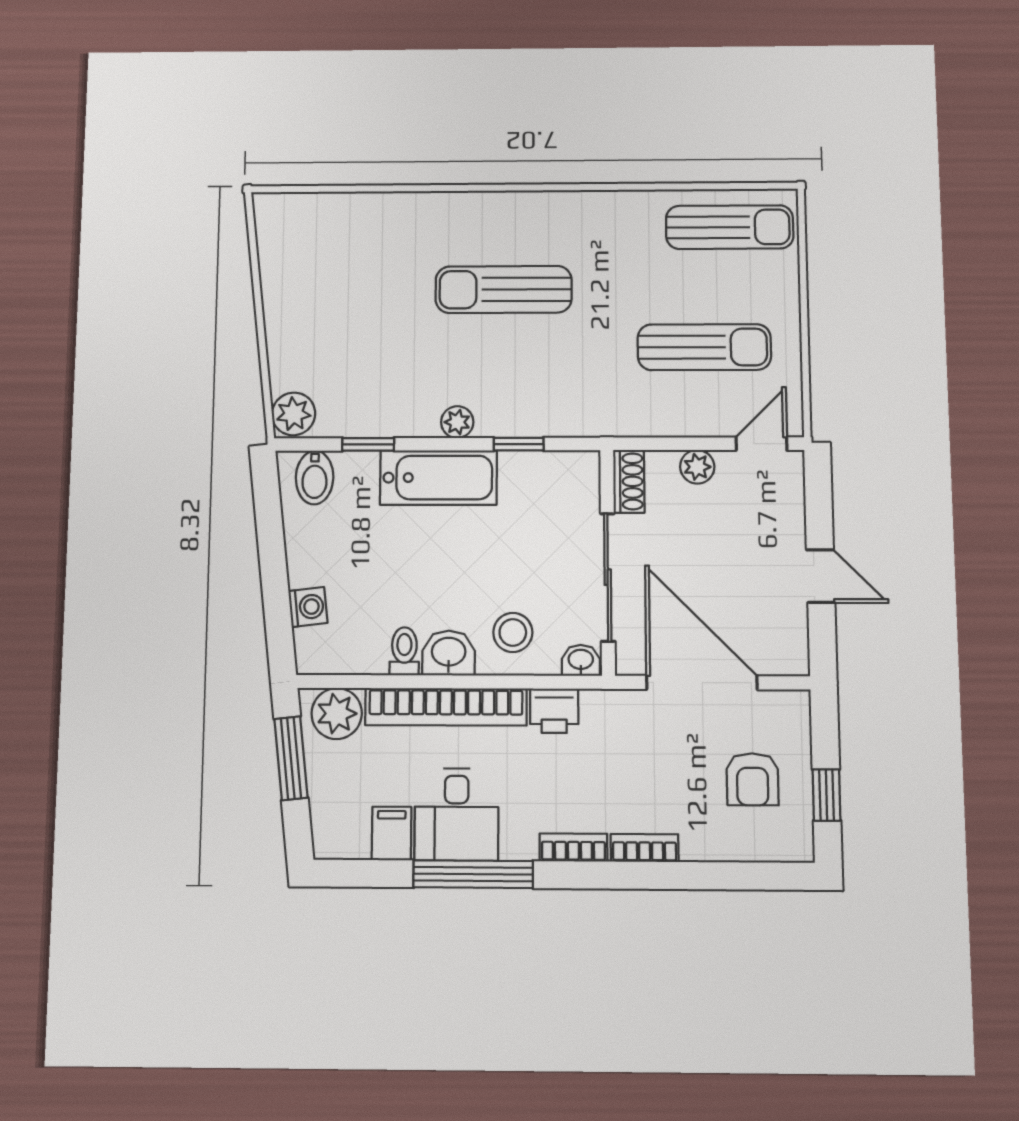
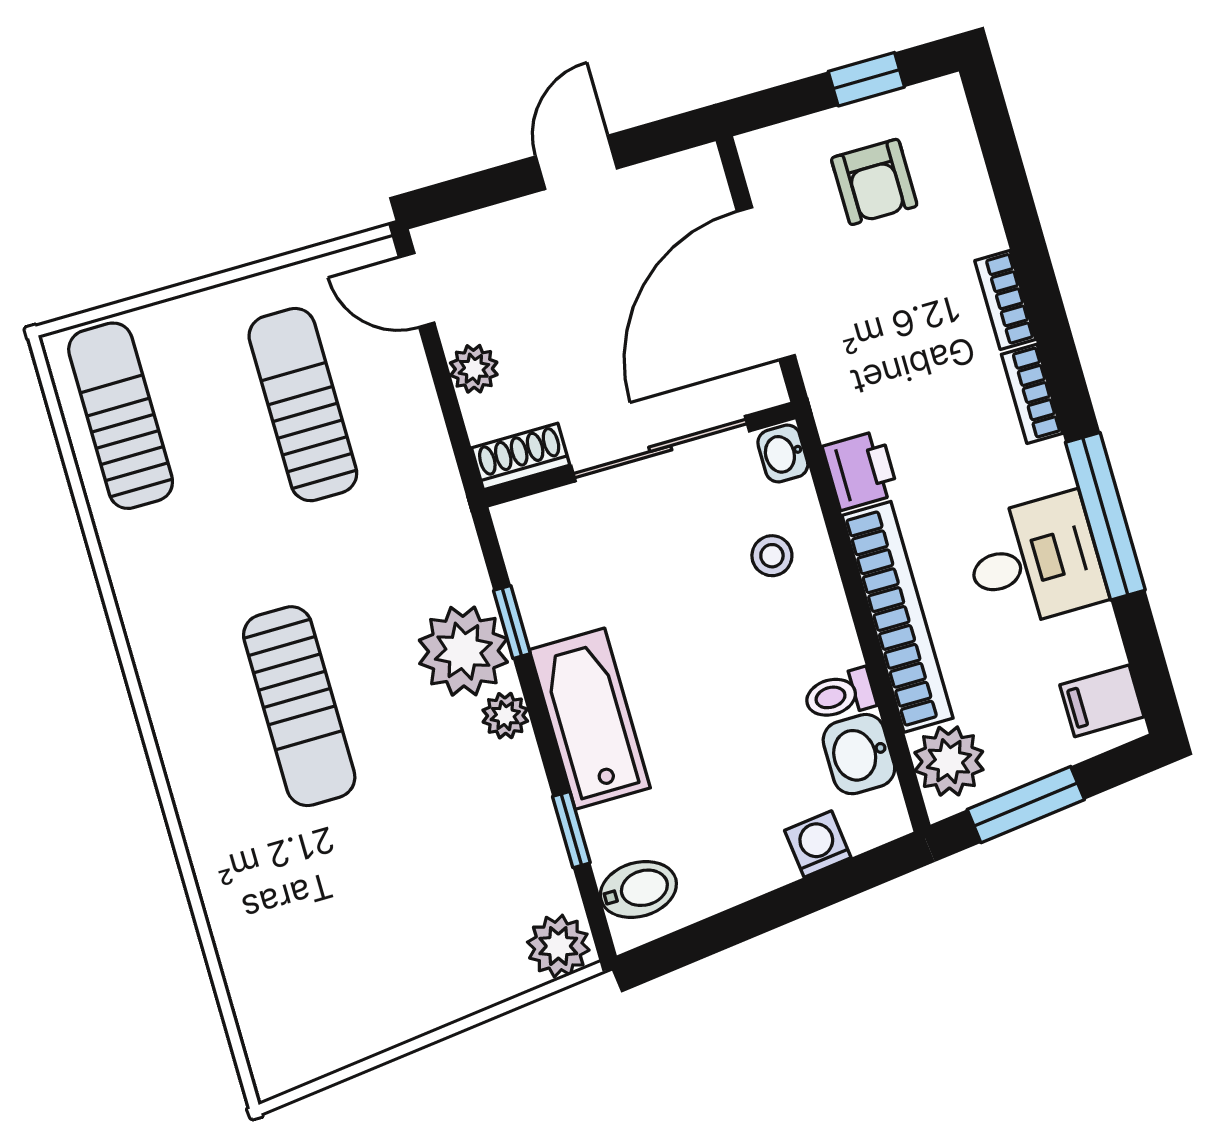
plant: (509, 407) -> (463, 651), added
stool: (513, 632) -> (772, 556), width x0.73, depth x0.73
washbasin: (449, 653) -> (859, 754), moved
armchair: (752, 779) -> (874, 182), turned 90
filing cabinet: (392, 833) -> (1102, 701), moved

